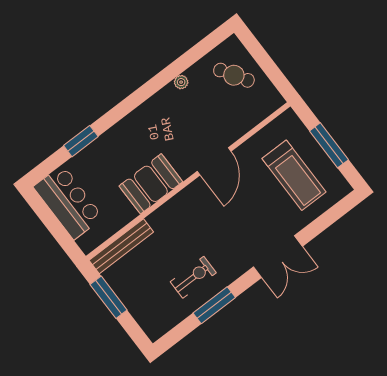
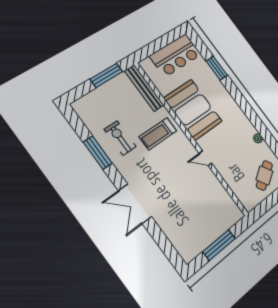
door: (214, 161) -> (205, 158), width x0.53
treadmill: (294, 175) -> (158, 134), moved, width x0.73, depth x0.73
booth: (151, 184) -> (193, 110), width x1.36, depth x1.42
exercise bike: (193, 277) -> (120, 138), turned 180

